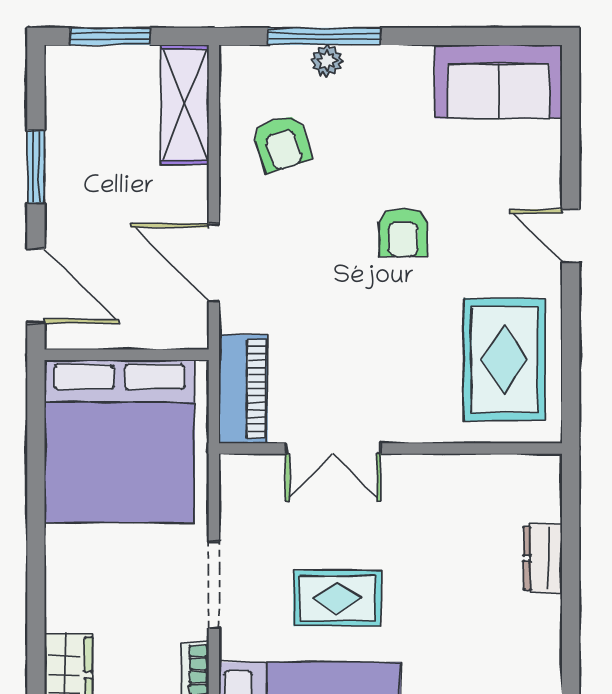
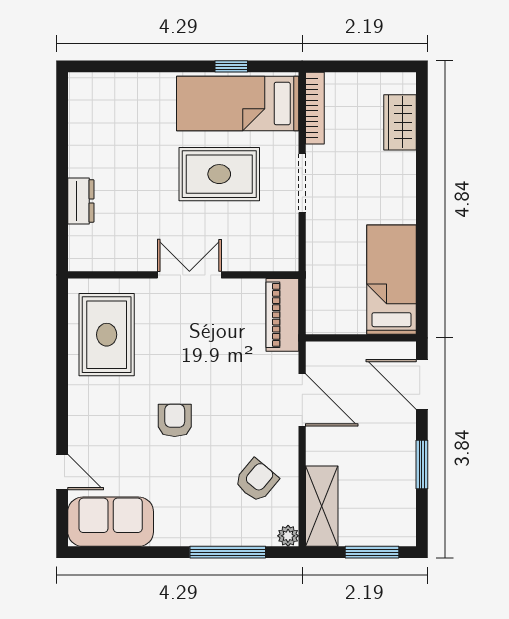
plant: (327, 61) -> (288, 536), moved
armchair: (282, 143) -> (256, 480), turned 58
door: (571, 236) -> (62, 472), moved
bed: (119, 441) -> (391, 280), width x0.49
double door: (333, 448) -> (189, 275), moved
rug: (337, 598) -> (219, 174), width x1.36, depth x1.43

